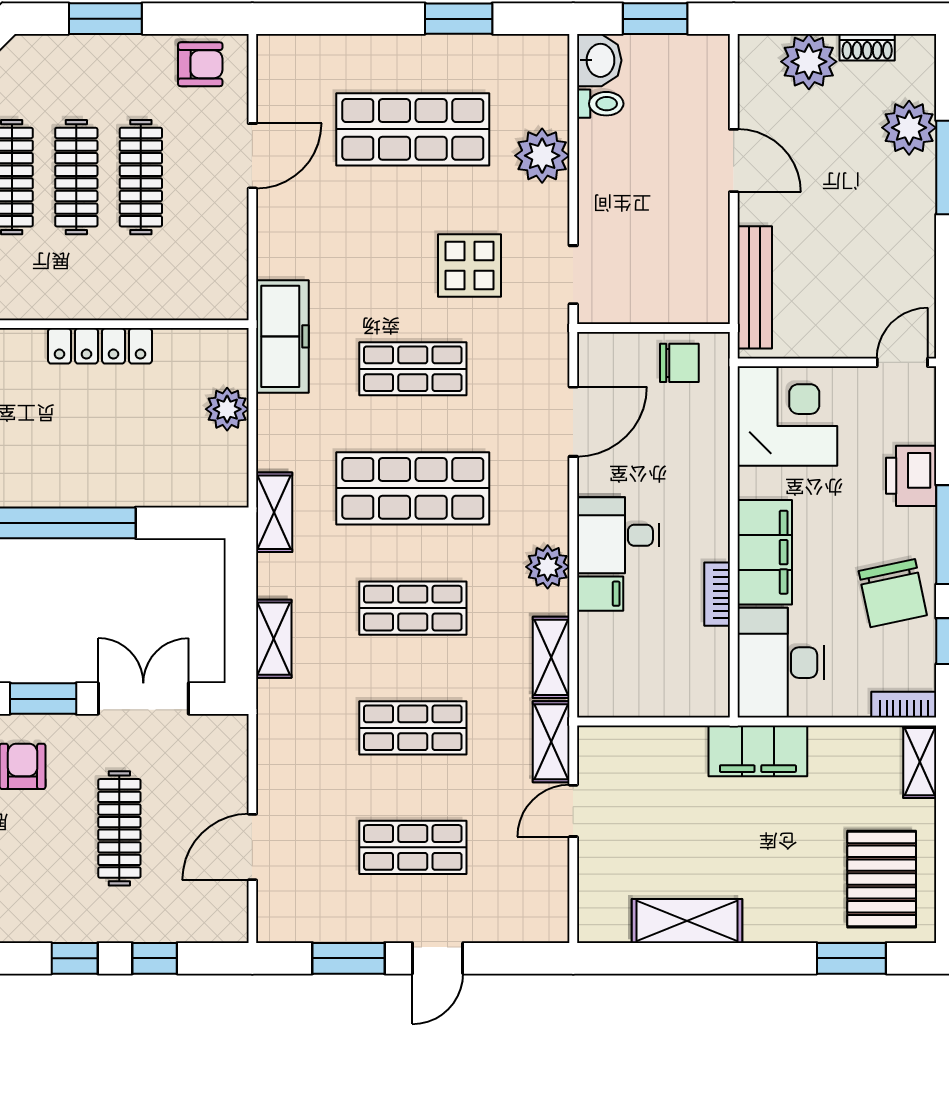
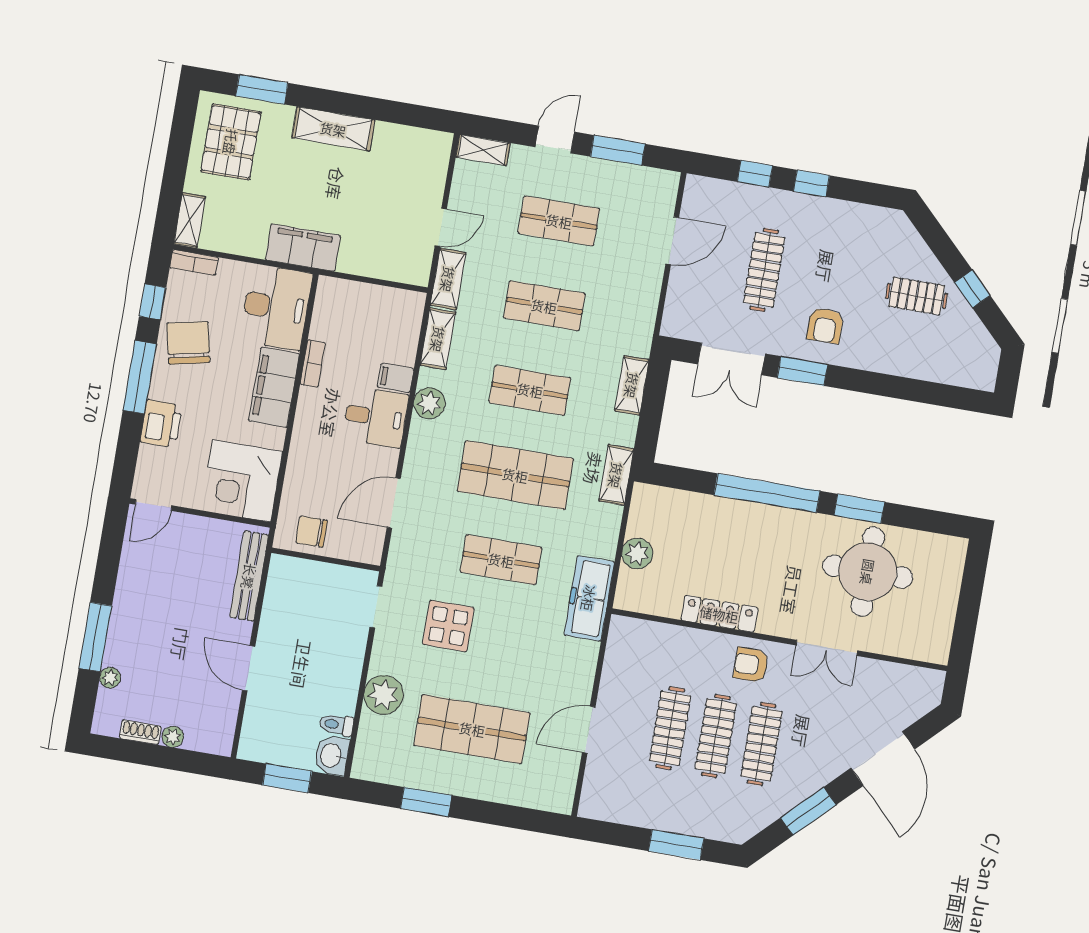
plant: (809, 62) -> (173, 737), width x0.53, depth x0.53
armchair: (200, 64) -> (751, 665), moved
plant: (909, 128) -> (110, 678), width x0.53, depth x0.53
shelving: (687, 921) -> (333, 129), moved
shelving: (534, 927) -> (483, 150), added

